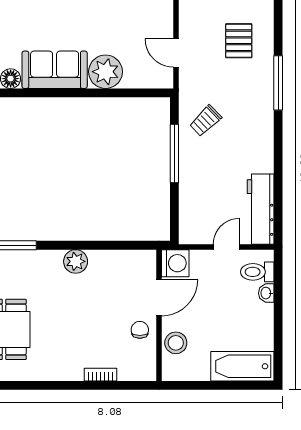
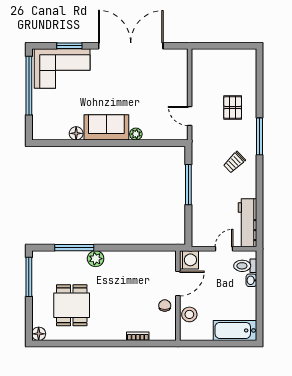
plant: (106, 72) -> (136, 134), width x0.53, depth x0.53
trolley: (206, 121) -> (234, 162), moved
plant: (76, 261) -> (96, 259), moved

